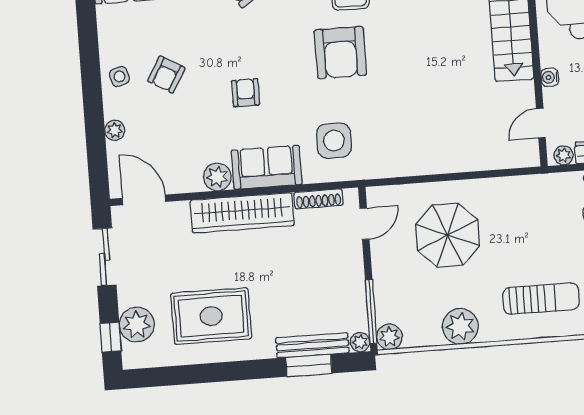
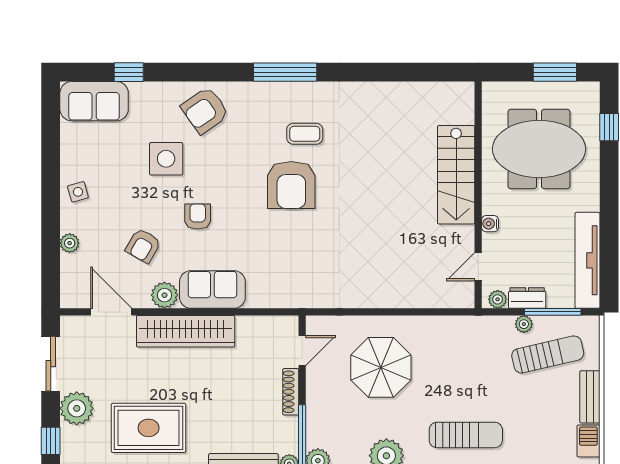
armchair: (166, 75) -> (143, 246), moved
side table: (334, 141) -> (166, 159), moved
shoe rack: (319, 199) -> (291, 392), moved, turned 90
door: (144, 200) -> (111, 312), moved
plant: (137, 325) -> (77, 408), moved

